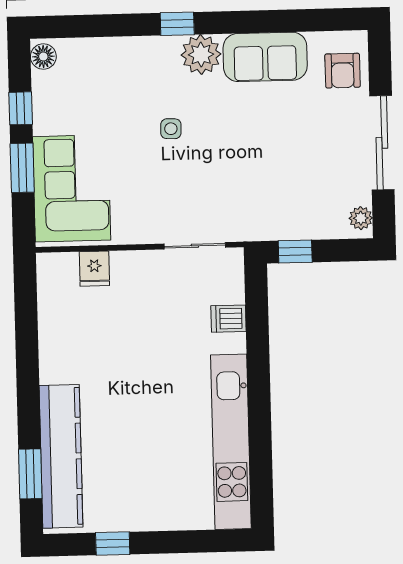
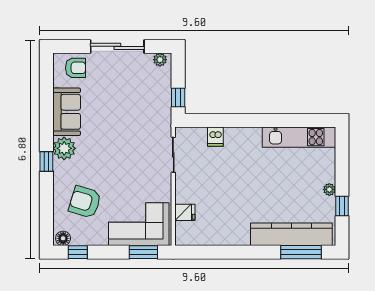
armchair: (108, 93) -> (85, 202), added
window: (21, 108) -> (78, 252), moved
side table: (171, 129) -> (106, 167), removed
window: (22, 168) -> (143, 252), moved
kitchen unit: (231, 442) -> (299, 137), width x0.73
window: (30, 474) -> (301, 252), width x1.44
plant: (141, 521) -> (329, 189), added

